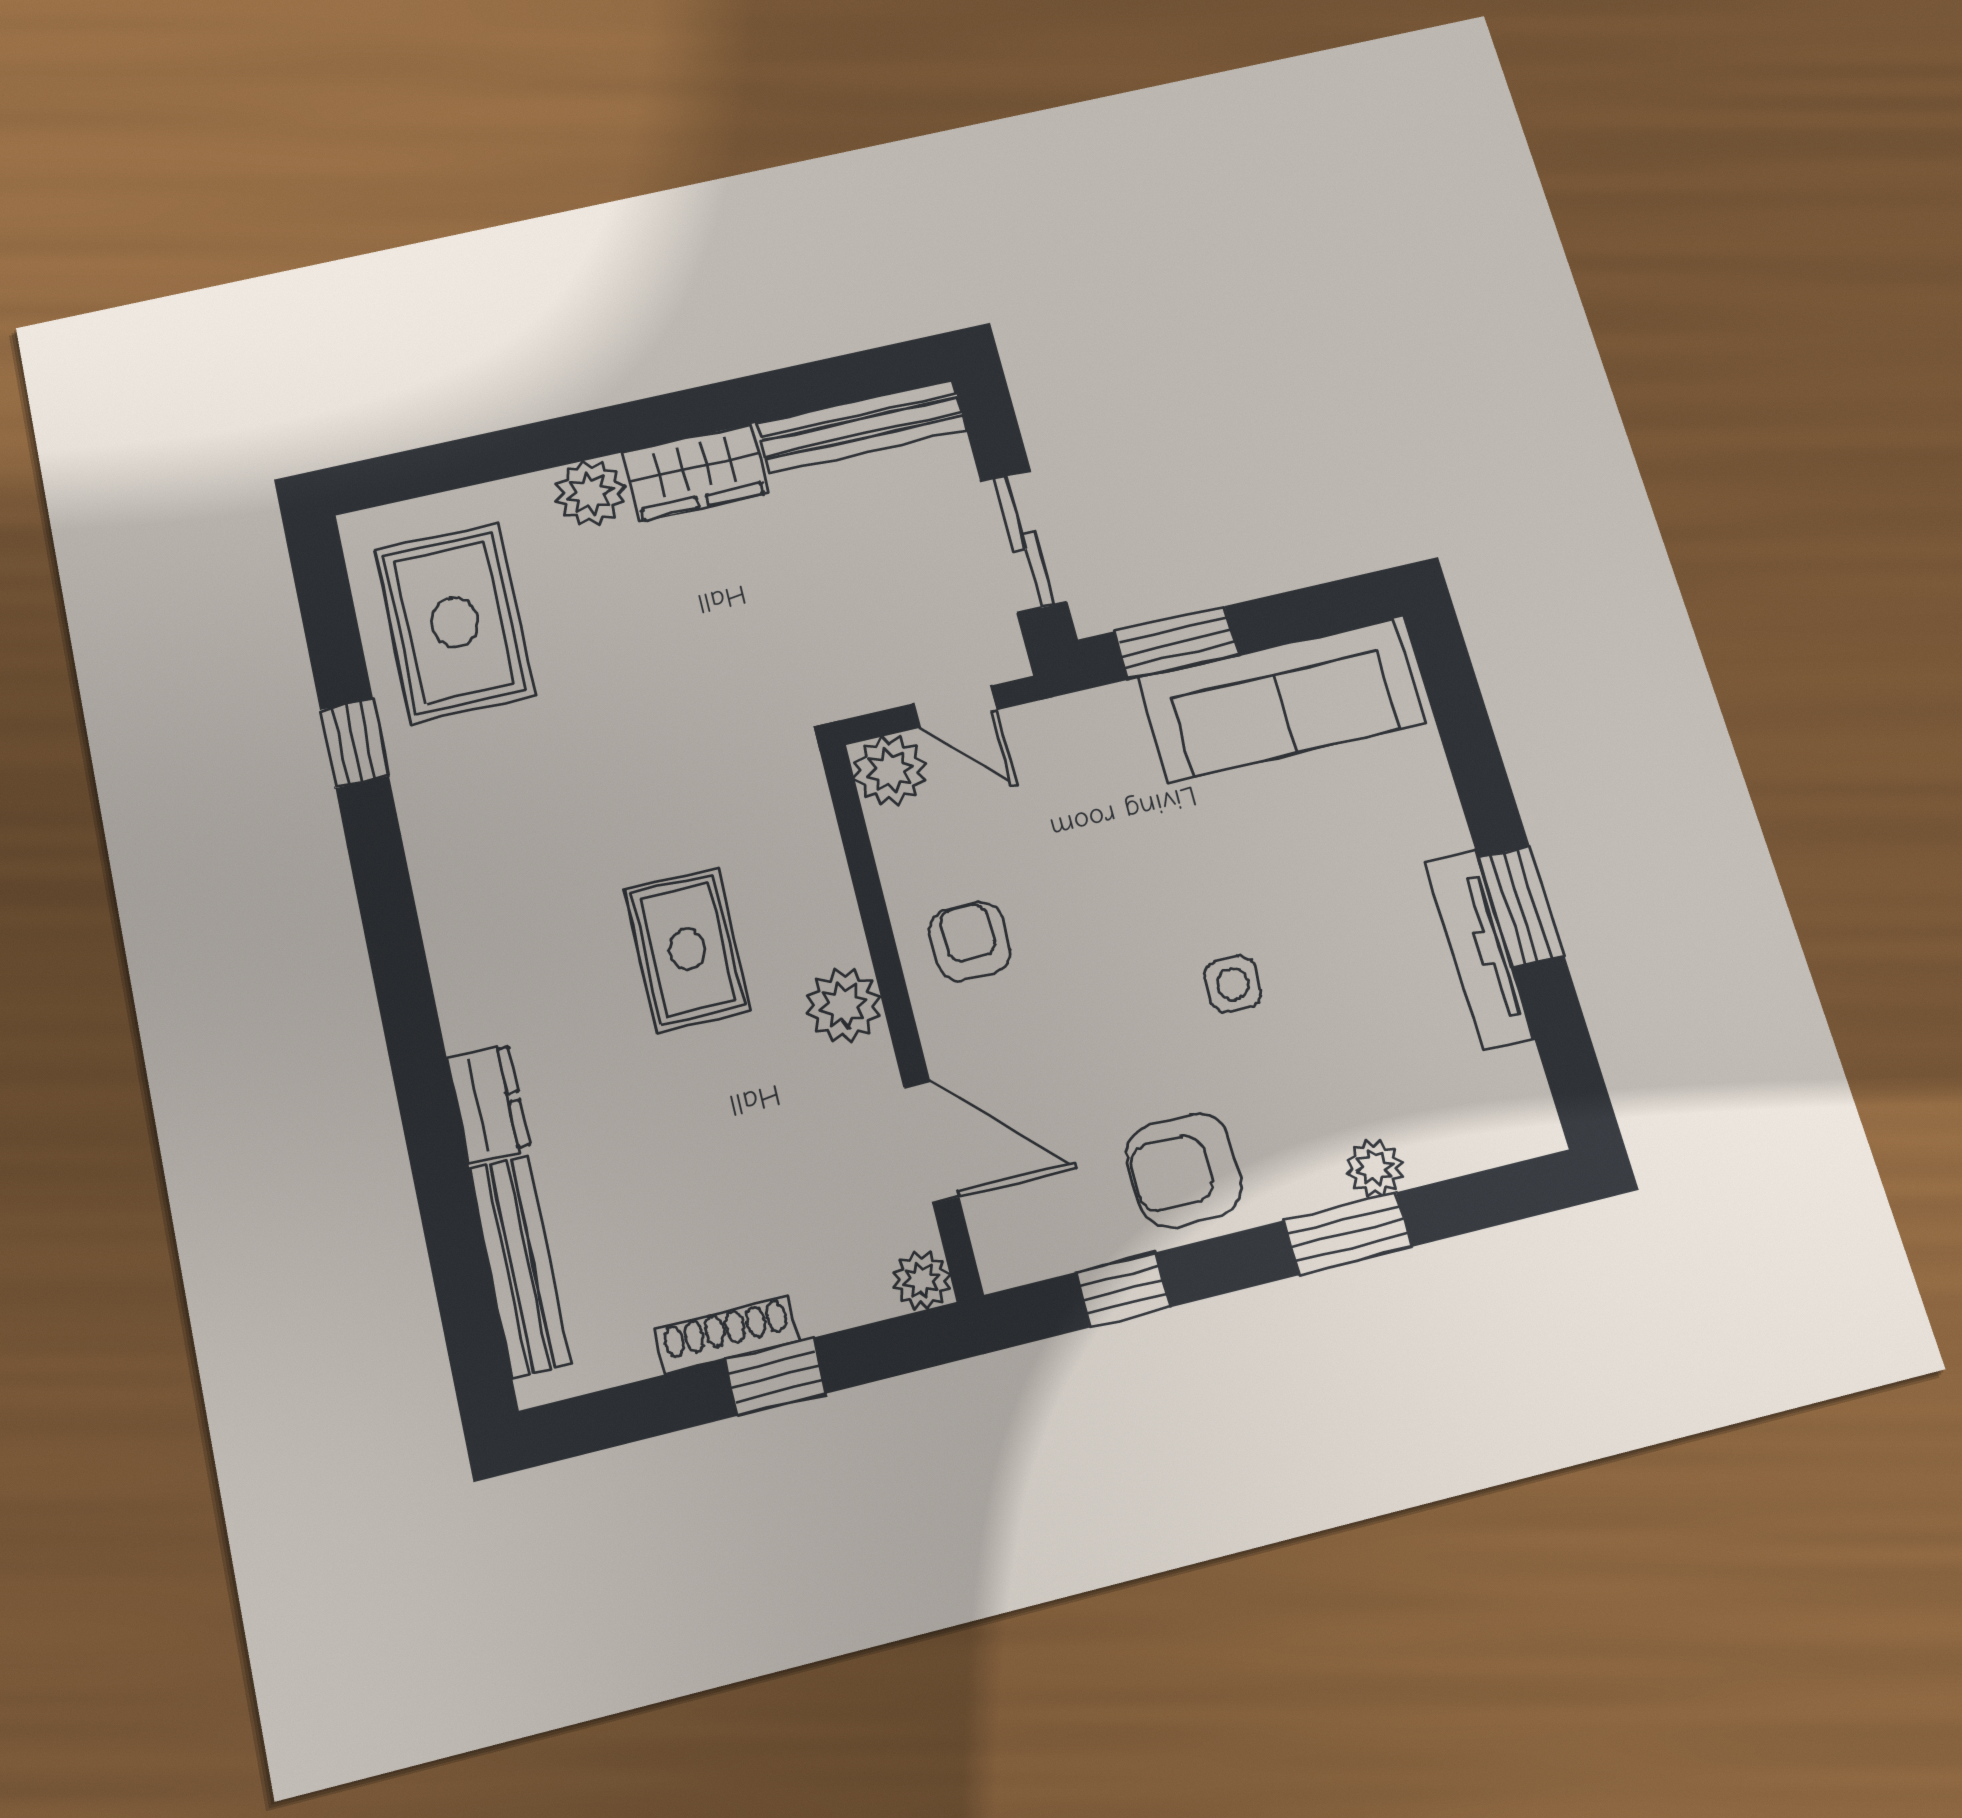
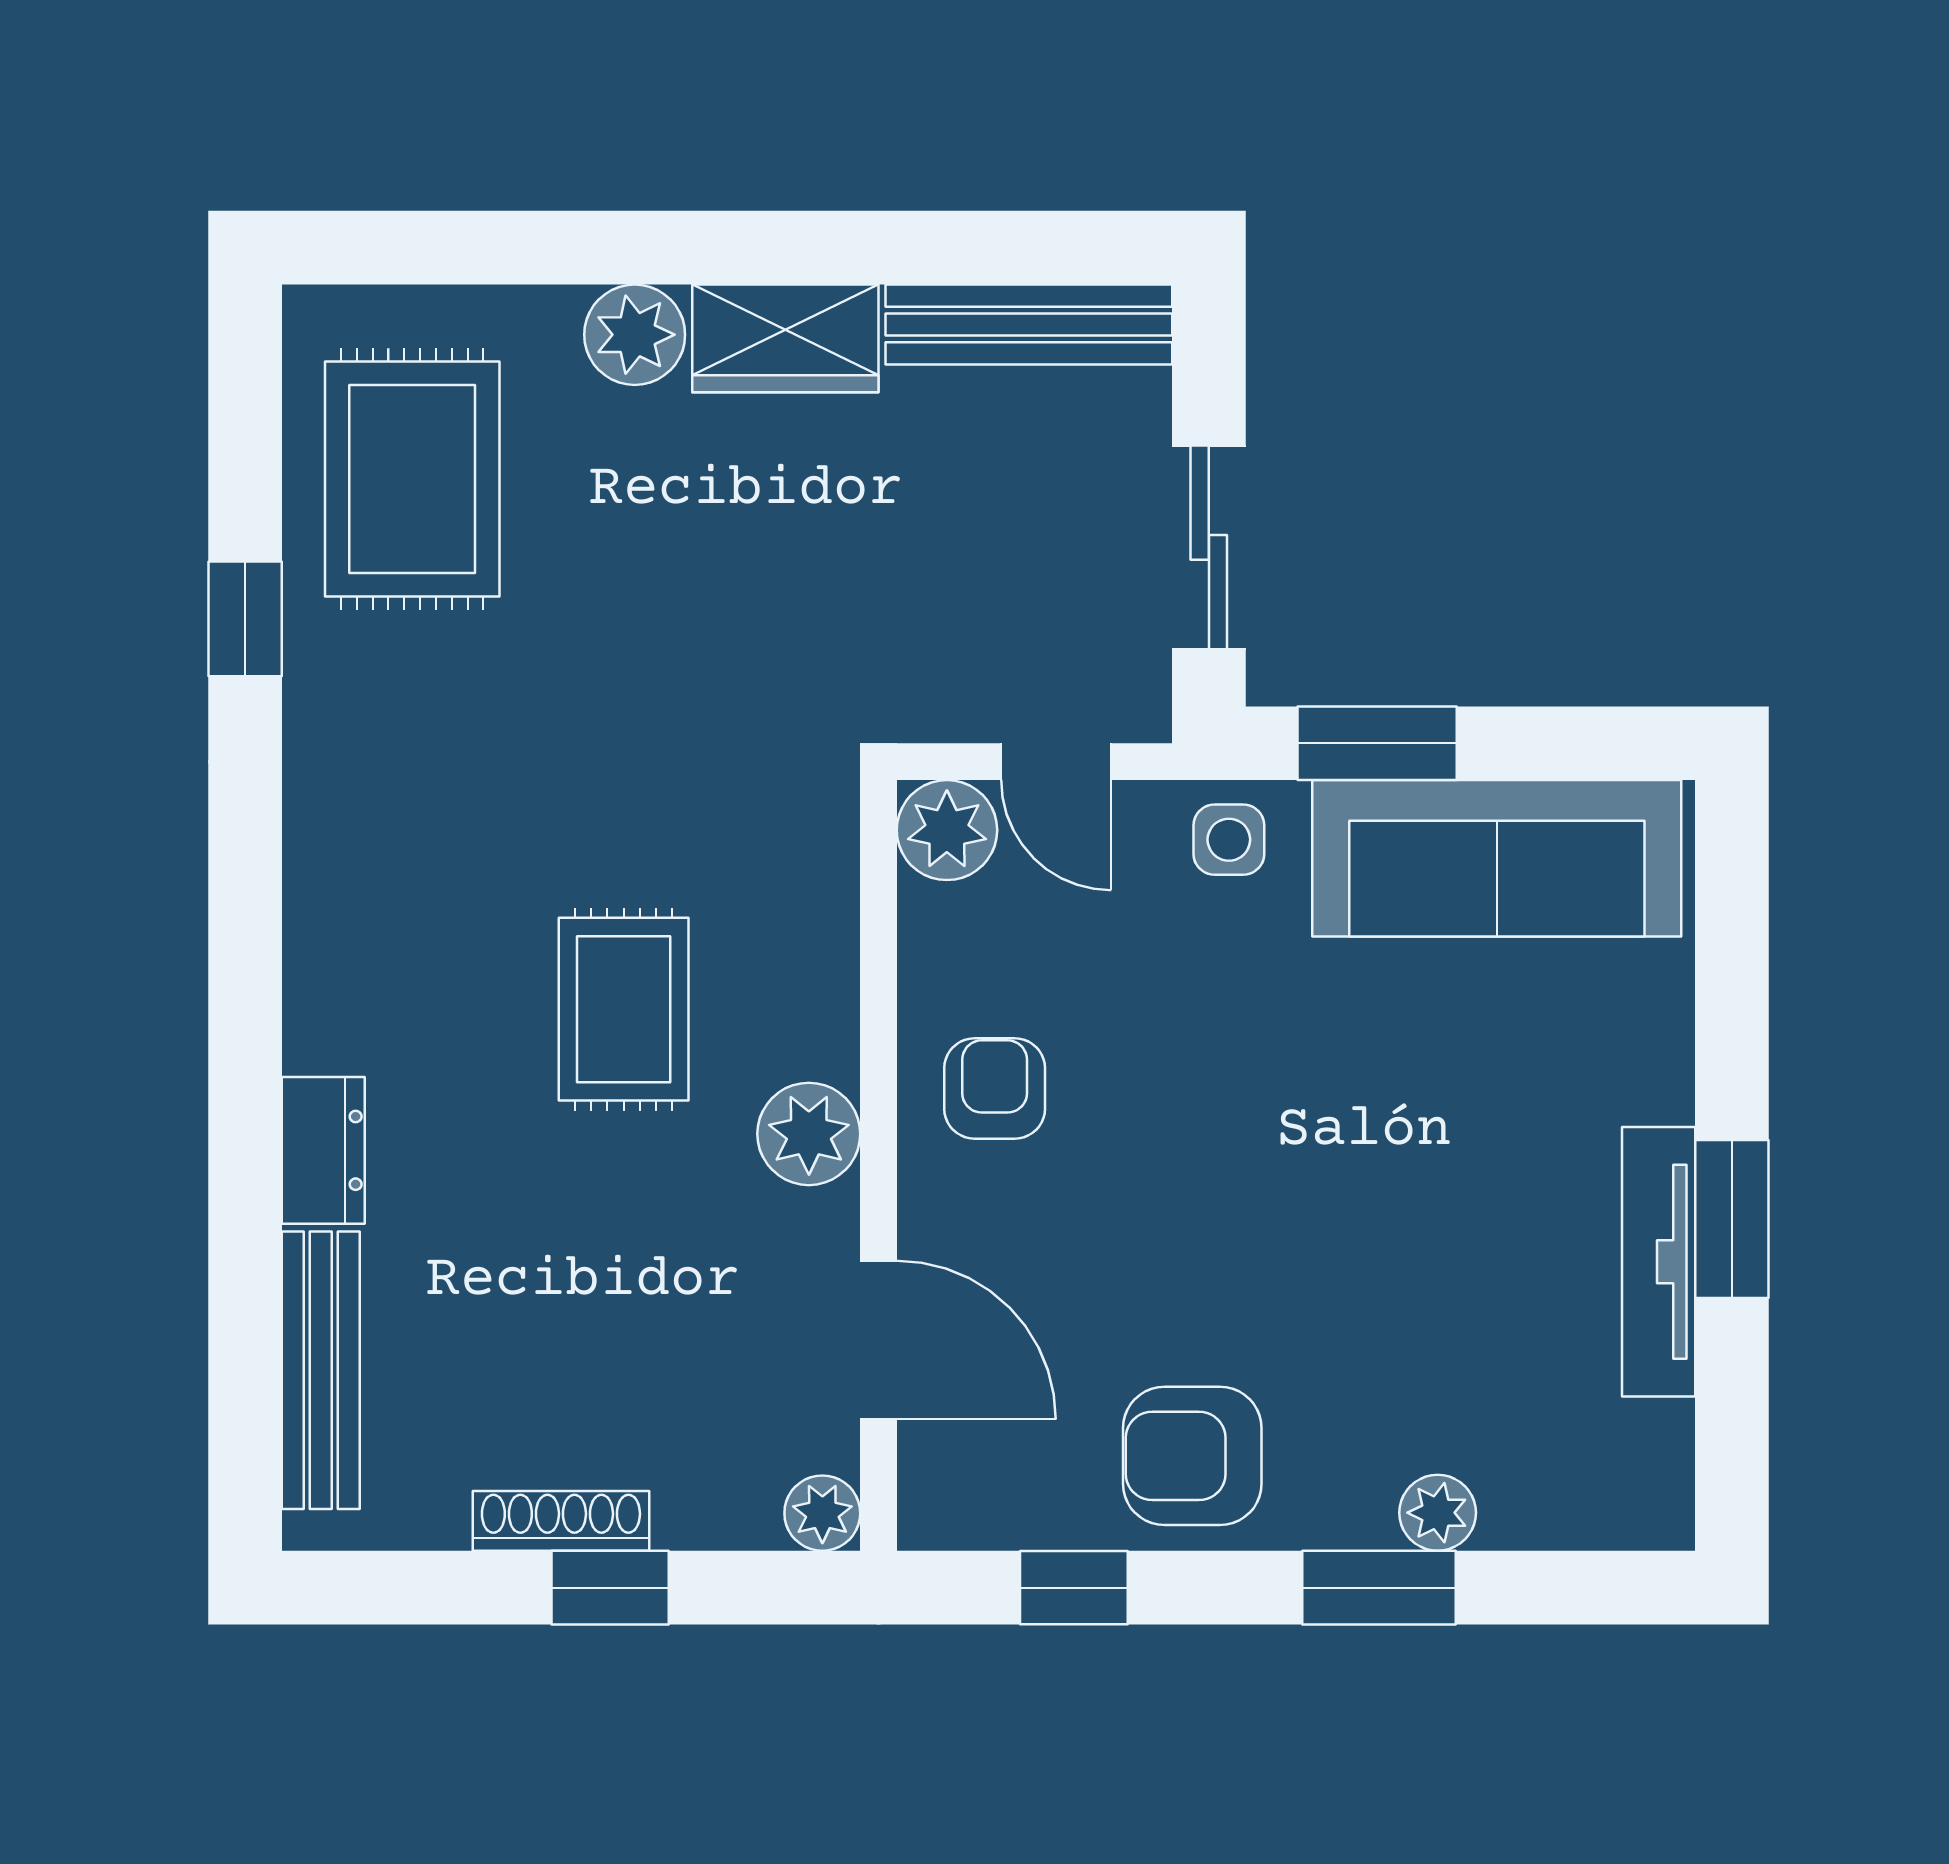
side table: (1233, 984) -> (1229, 840), moved

